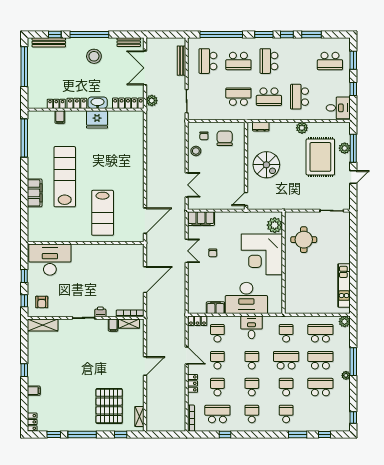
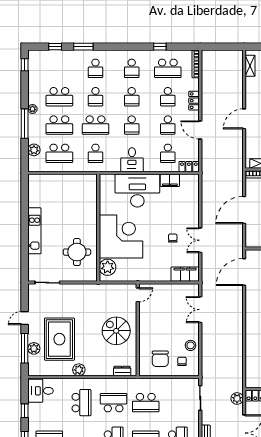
kitchen unit: (344, 285) -> (34, 231), moved
plant: (345, 322) -> (34, 150), moved

